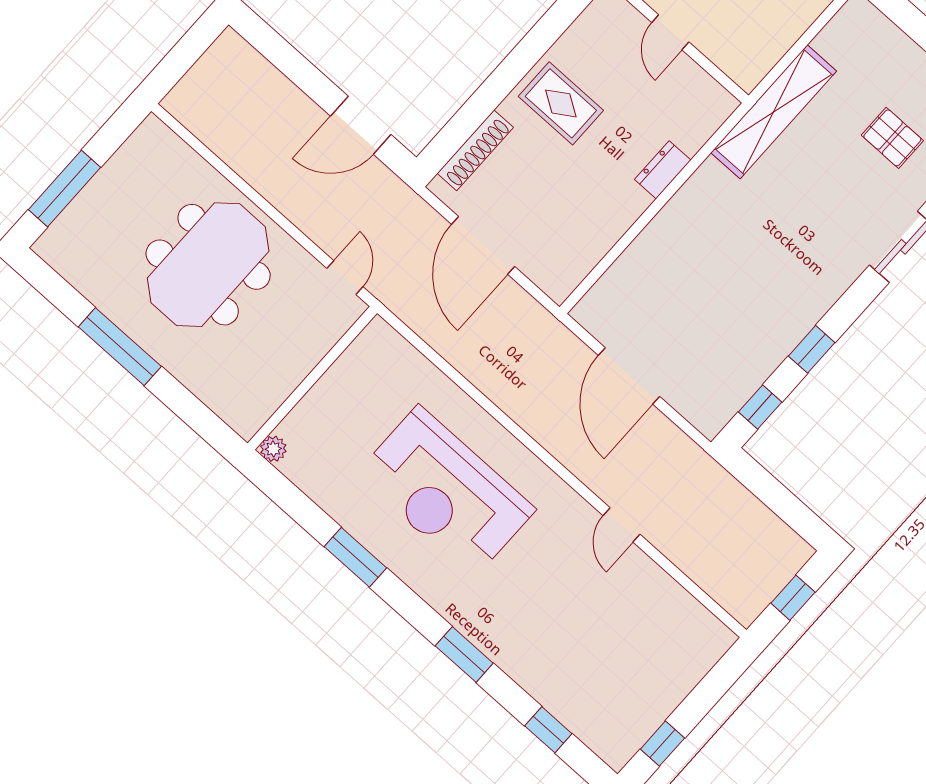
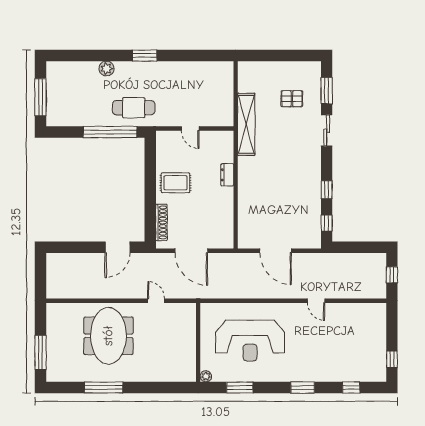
wall: (312, 378) -> (198, 342), moved
plant: (273, 449) -> (206, 376), moved

